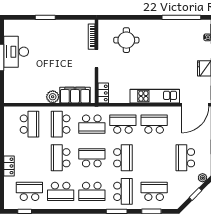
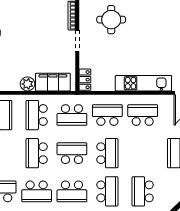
school desk: (154, 191) -> (143, 191), turned -90

